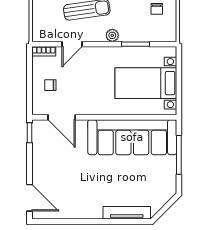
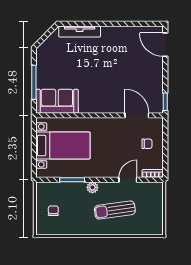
sofa: (132, 137) -> (57, 101), width x0.54, depth x0.79

